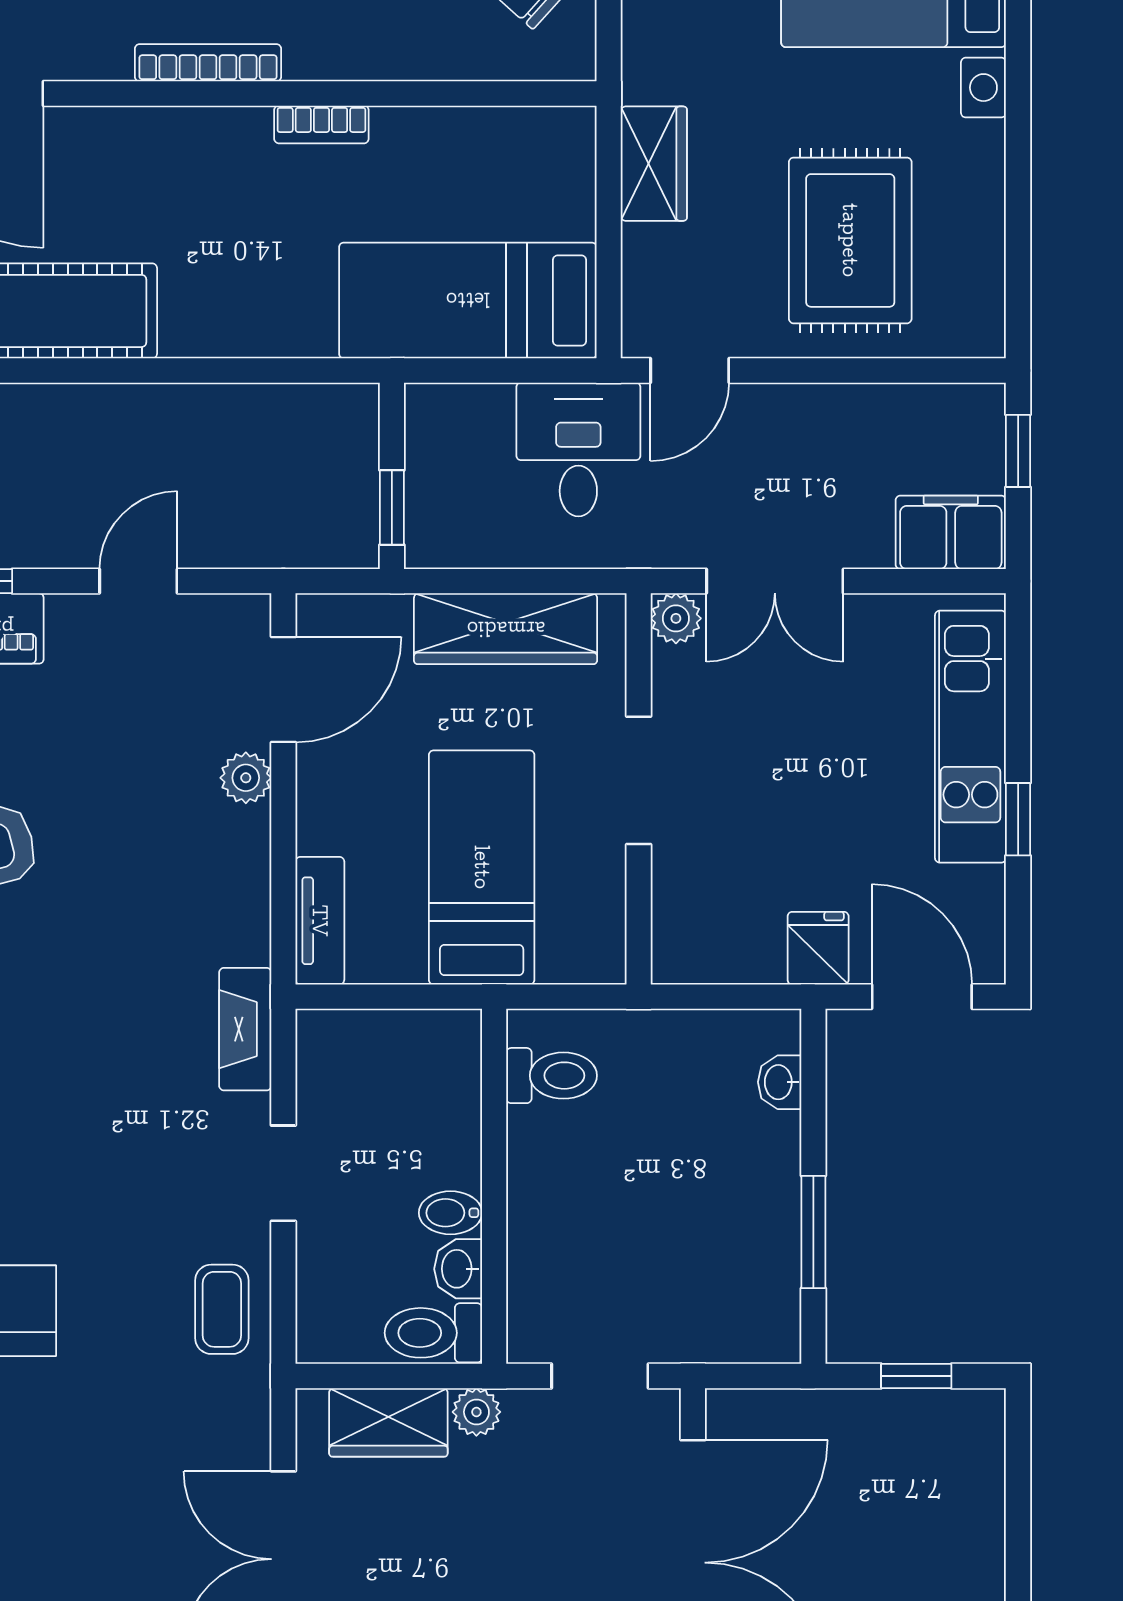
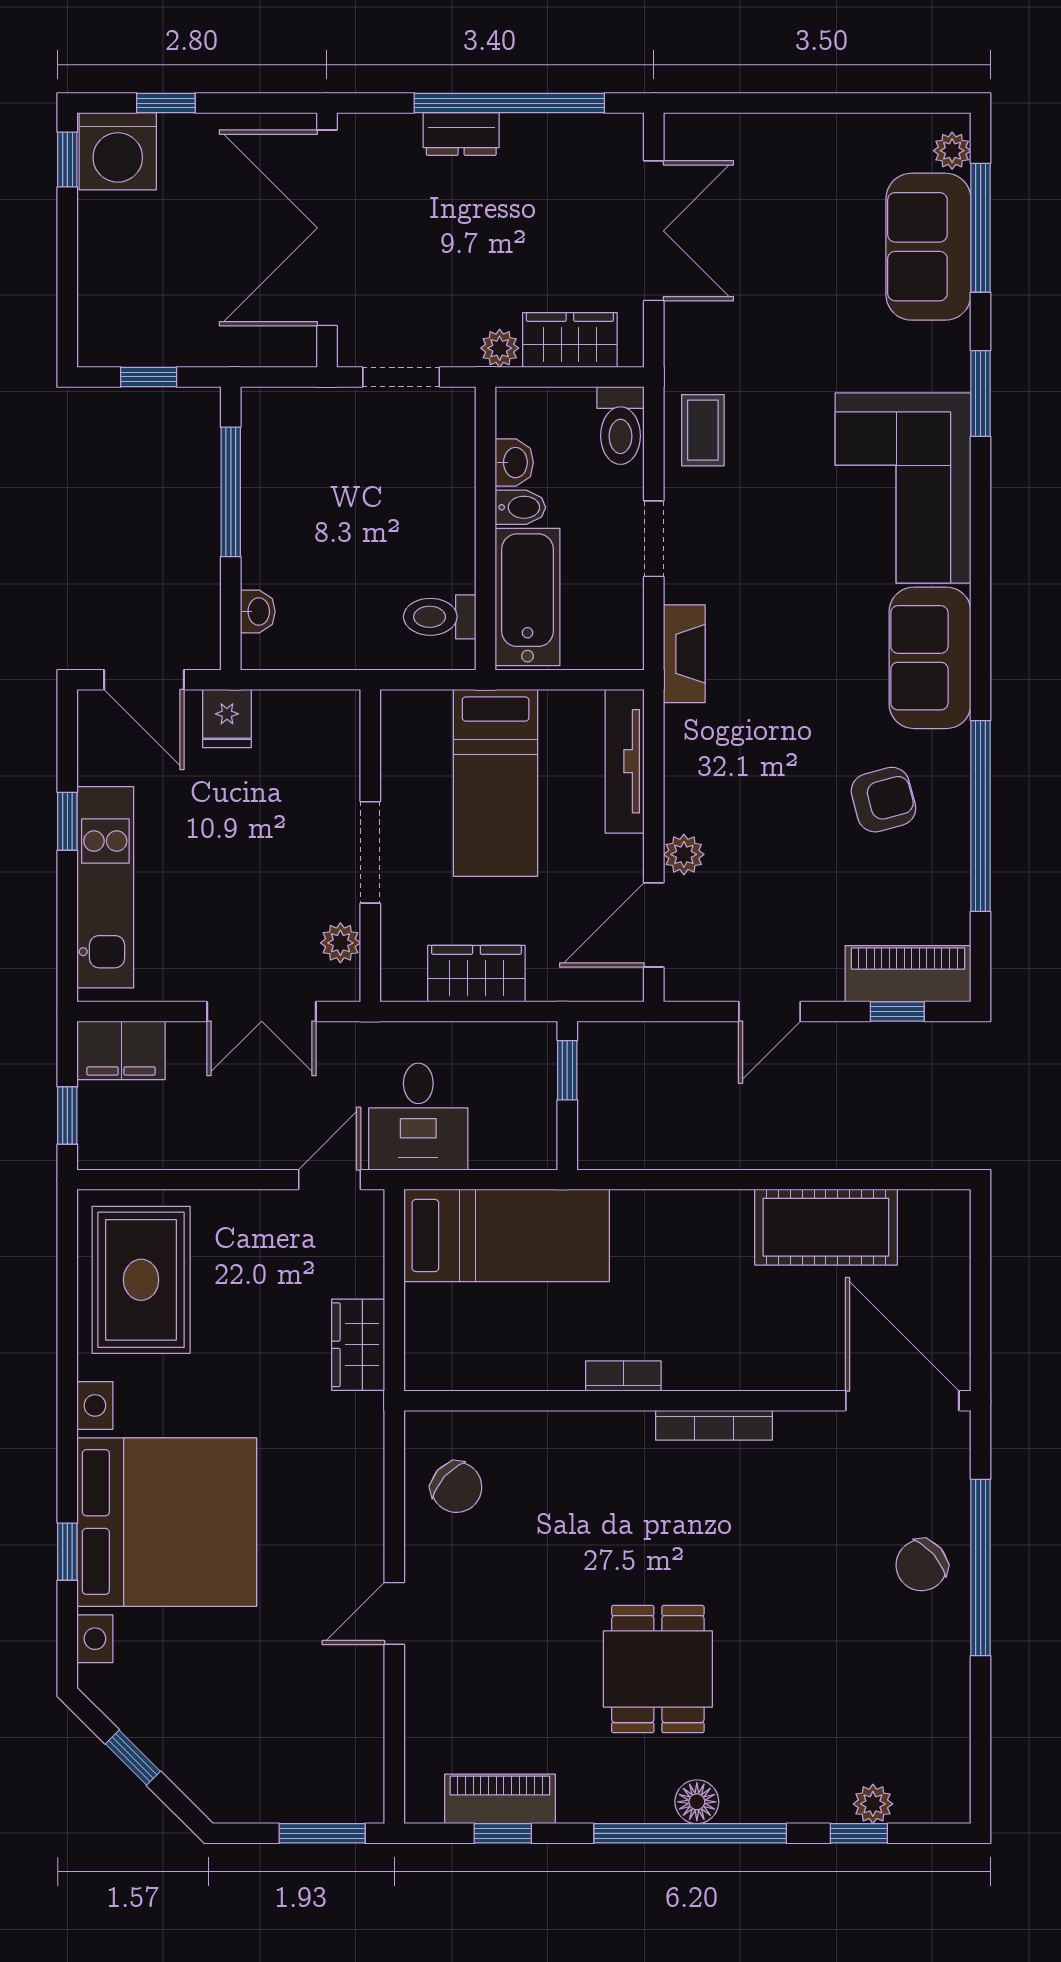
rug: (850, 240) -> (141, 1280), moved
double door: (775, 581) -> (262, 1011), swing flipped
plant: (676, 618) -> (340, 943), moved
wardrobe: (506, 629) -> (476, 974), width x0.67
tv unit: (320, 921) -> (625, 761), width x1.41
bathtub: (442, 1100) -> (528, 597), added
window: (813, 1232) -> (231, 492), width x1.44
toilet: (433, 1333) -> (620, 425), moved, turned 90

